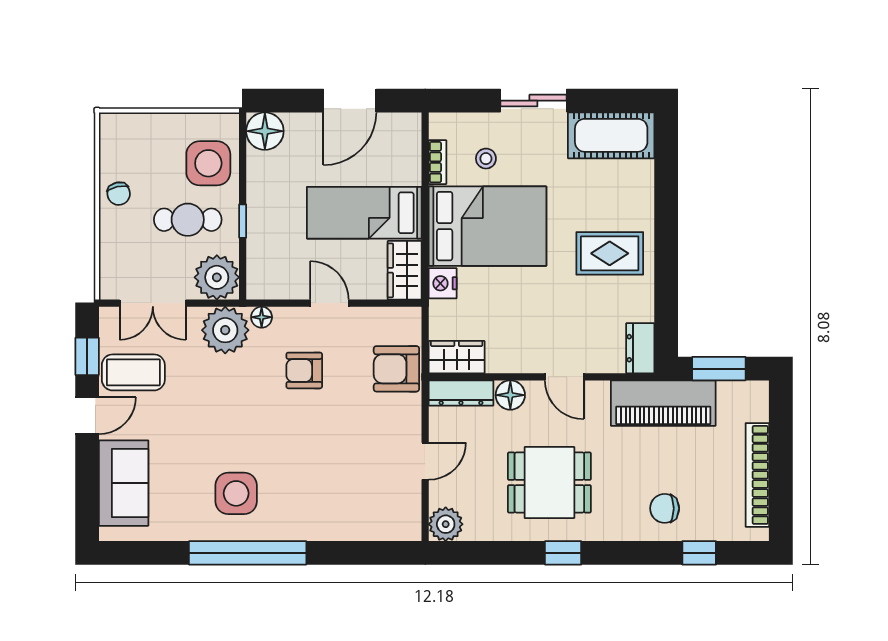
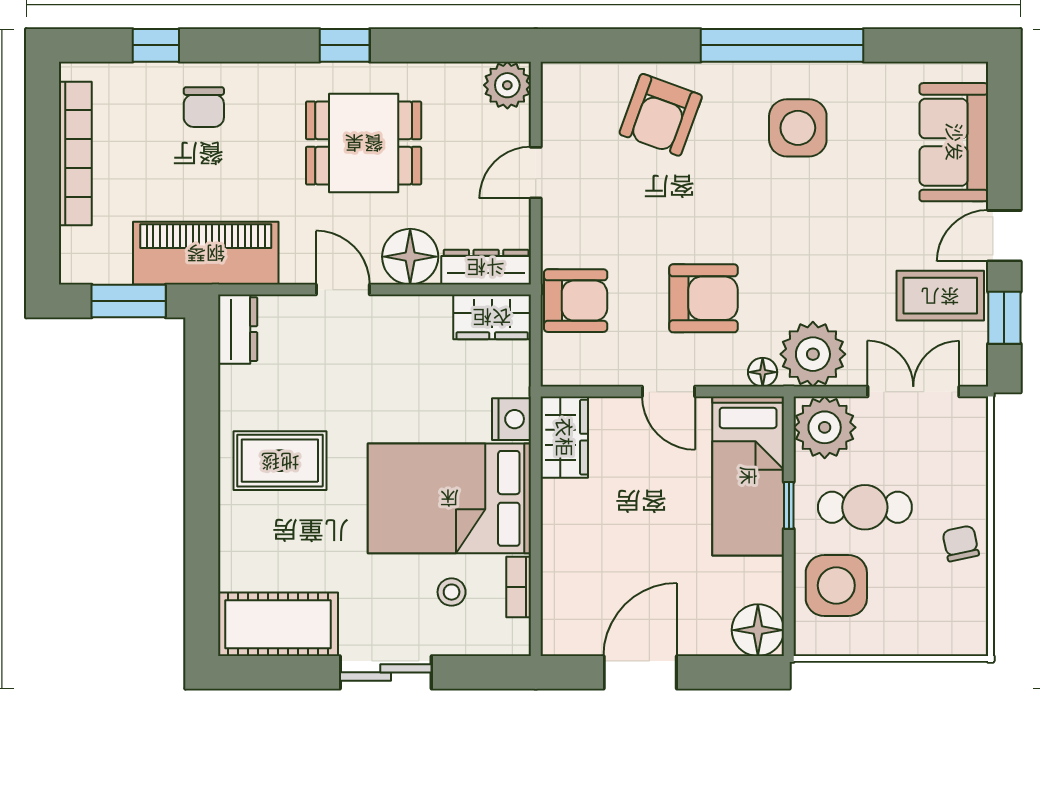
bed: (364, 213) -> (748, 476), moved, turned 90
armchair: (304, 370) -> (703, 298), width x1.38, depth x1.38
floor lamp: (510, 395) -> (410, 257), width x1.38, depth x1.38
armchair: (335, 503) -> (661, 115), added
chair: (665, 508) -> (204, 107), turned 90

